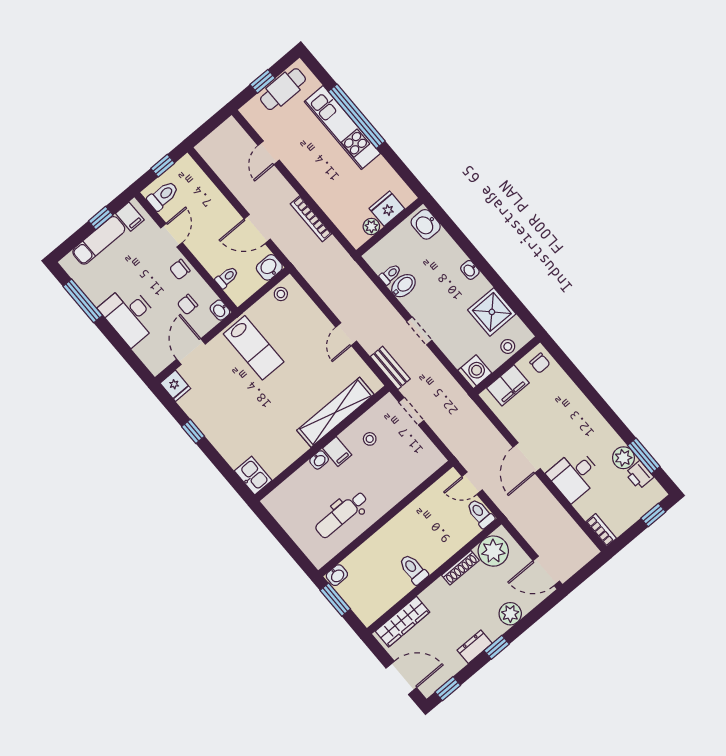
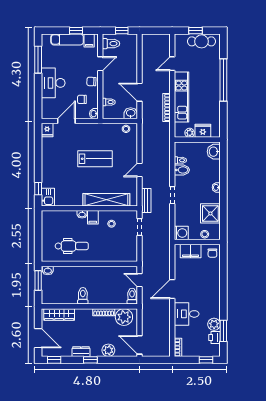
kitchen unit: (342, 128) -> (181, 97), moved, turned 180
lab bench: (254, 348) -> (95, 159), moved, turned -90
window: (193, 431) -> (38, 189), moved
dental chair: (341, 515) -> (72, 246), turned 180

